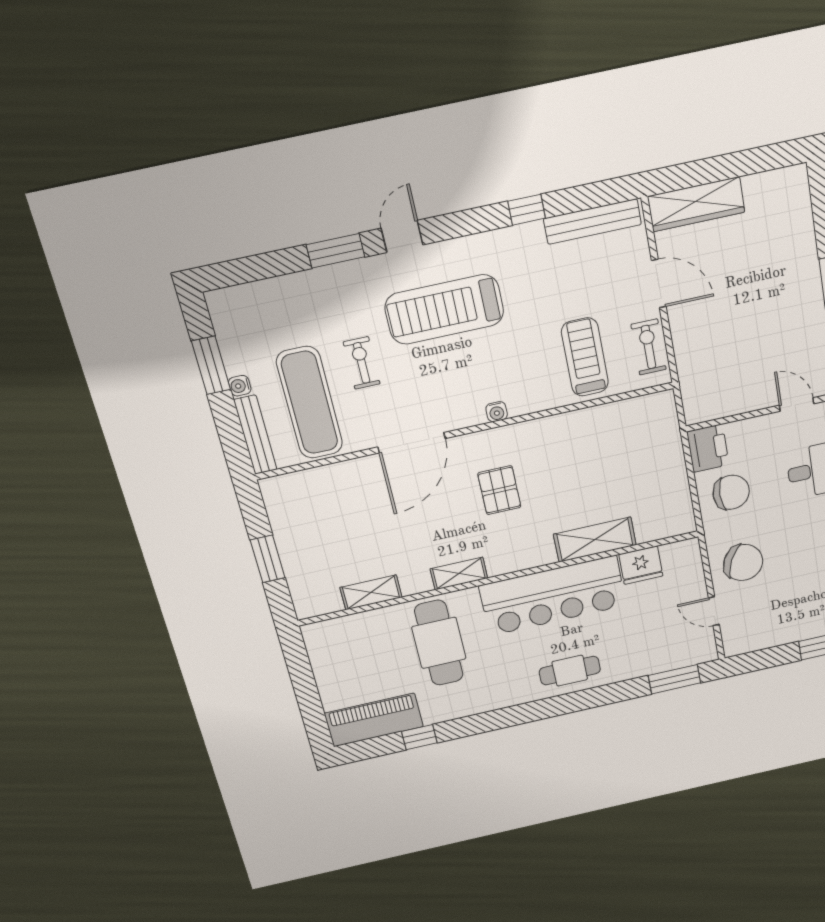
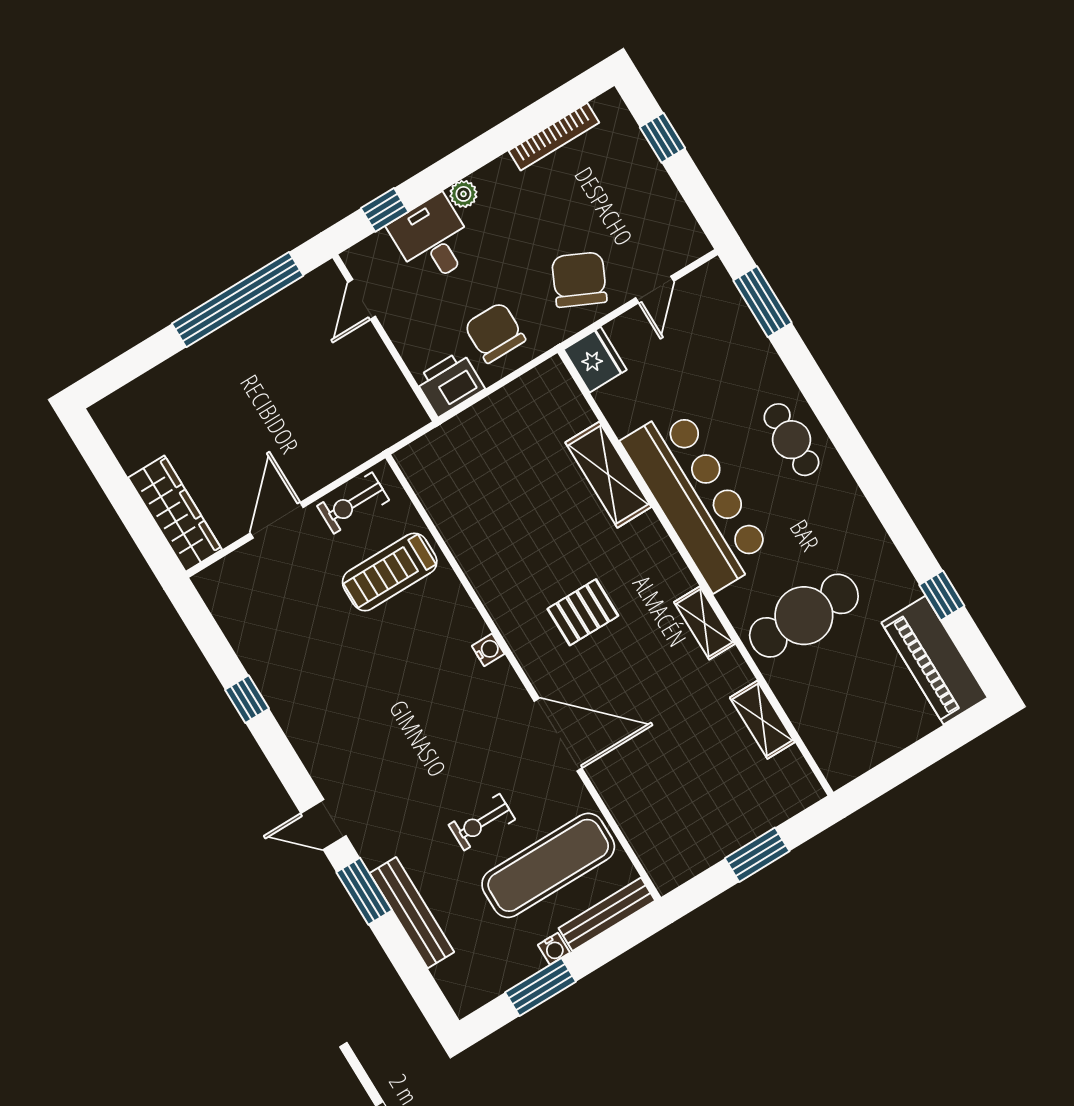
bench: (592, 222) -> (412, 913), moved
treadmill: (444, 309) -> (389, 751), removed
fridge: (641, 565) -> (595, 360), moved

